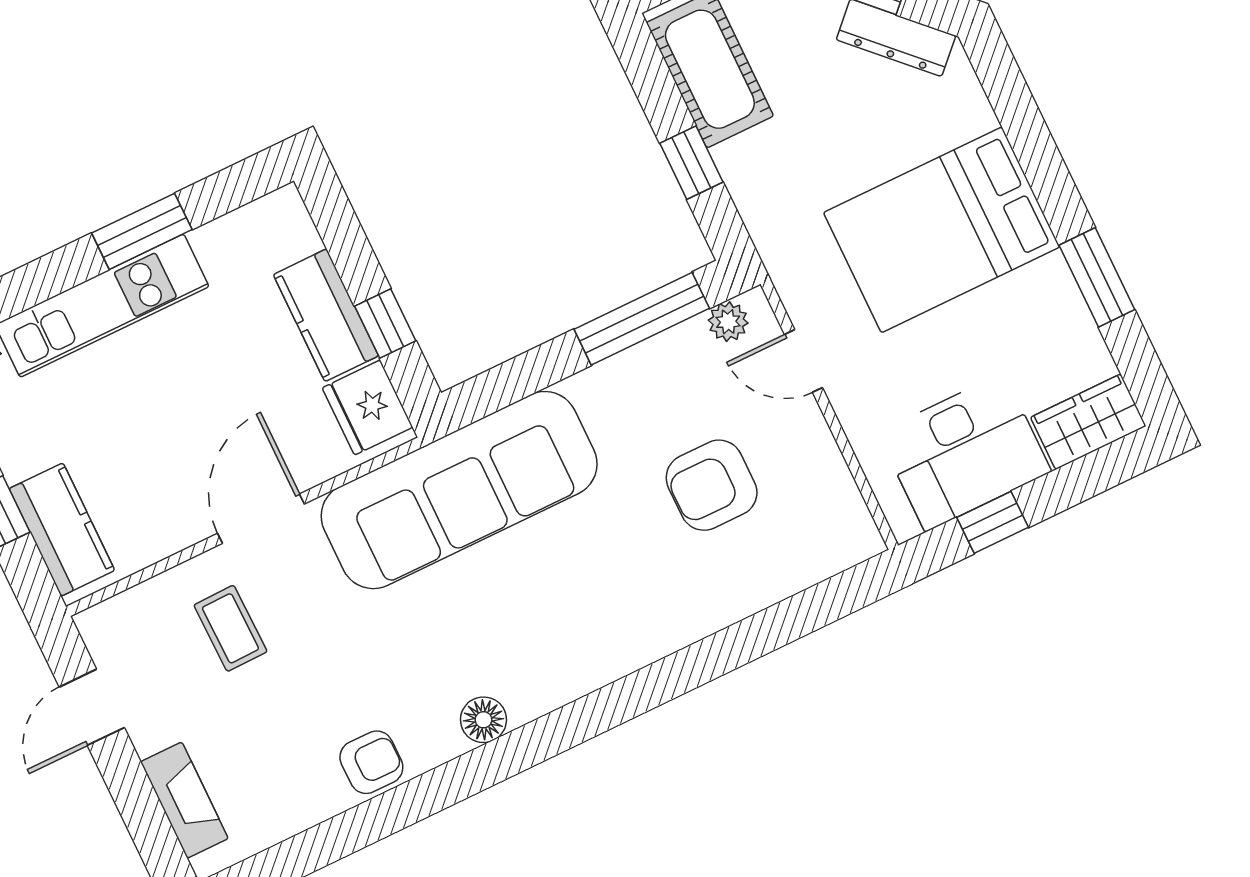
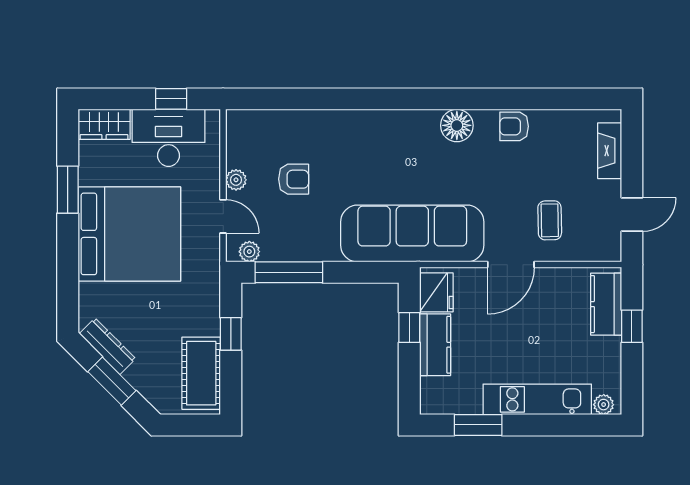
bed: (942, 230) -> (129, 234), width x1.36
window: (142, 231) -> (478, 425), moved
plant: (811, 436) -> (236, 180), added
armchair: (712, 485) -> (294, 179), width x0.72, depth x0.72
floor lamp: (483, 720) -> (457, 125), width x1.38, depth x1.38

